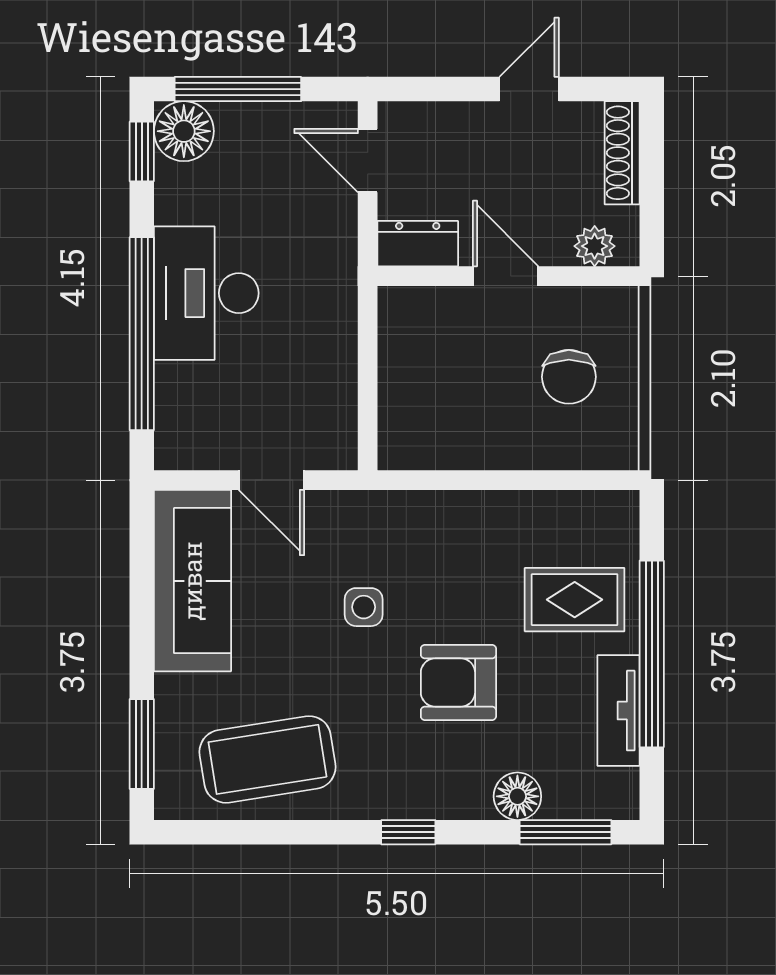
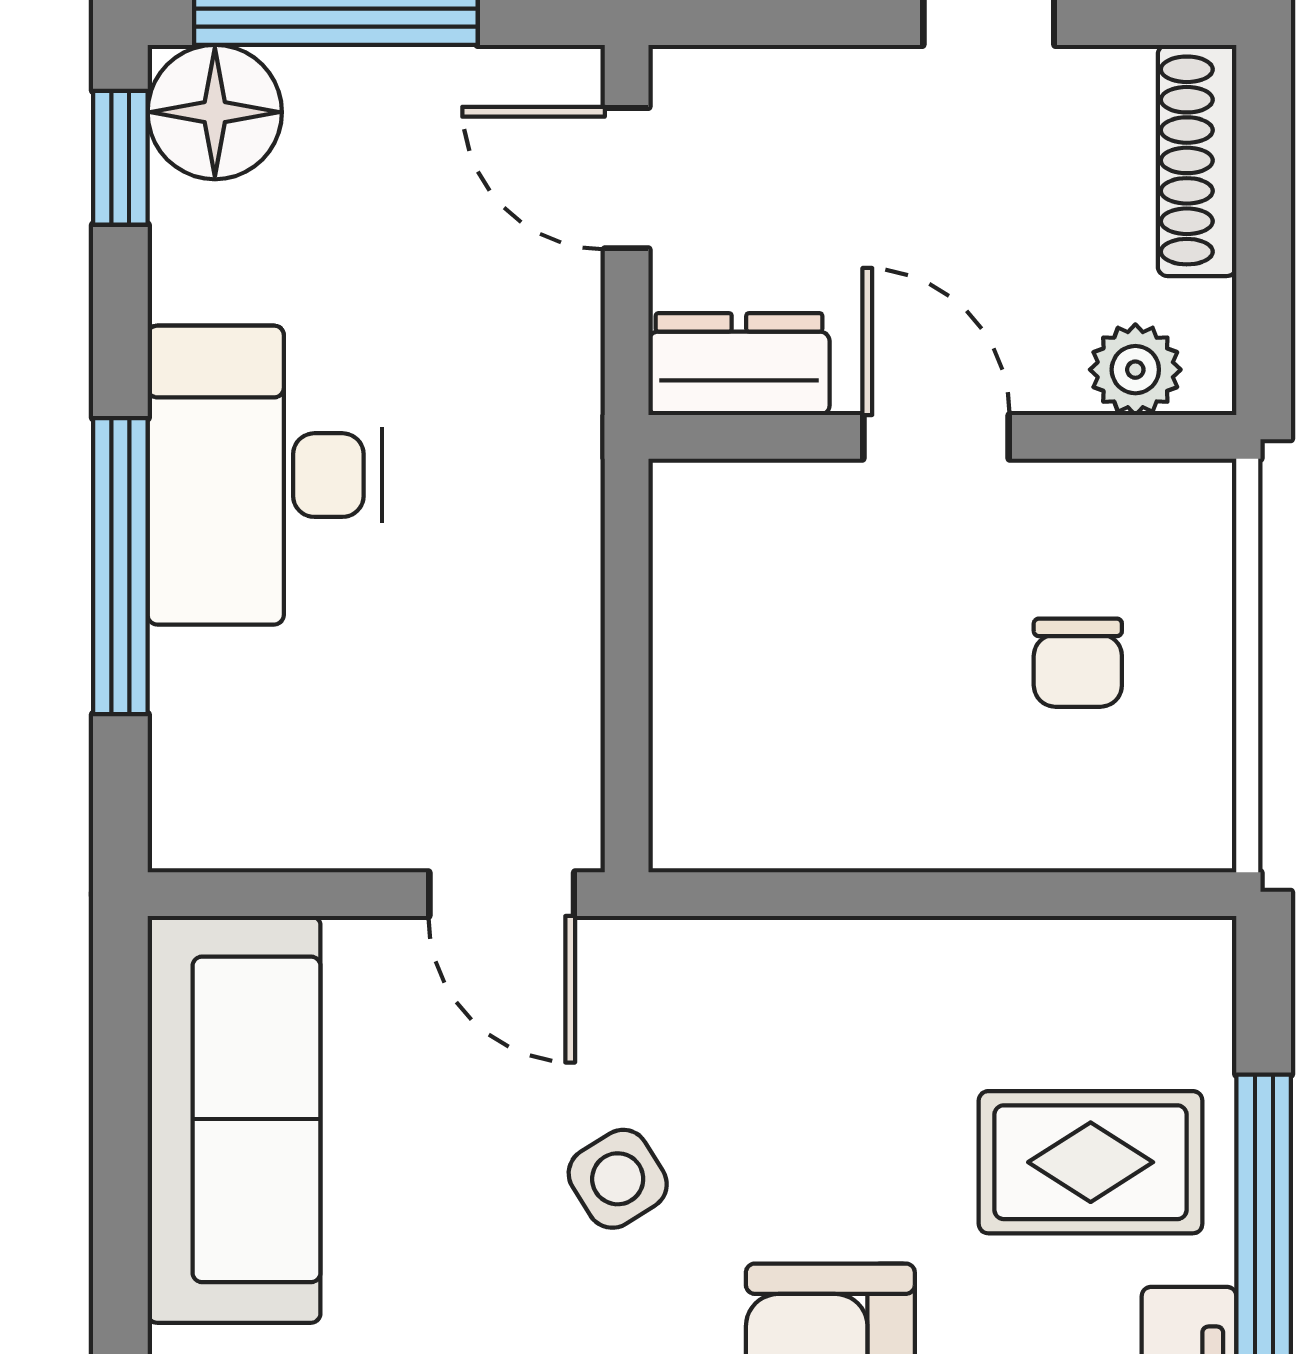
window: (142, 334) -> (120, 566), width x0.68
chair: (569, 377) -> (1078, 663), width x0.73, depth x0.73
door: (271, 480) -> (502, 894), moved
side table: (364, 607) -> (618, 1179), turned -32

